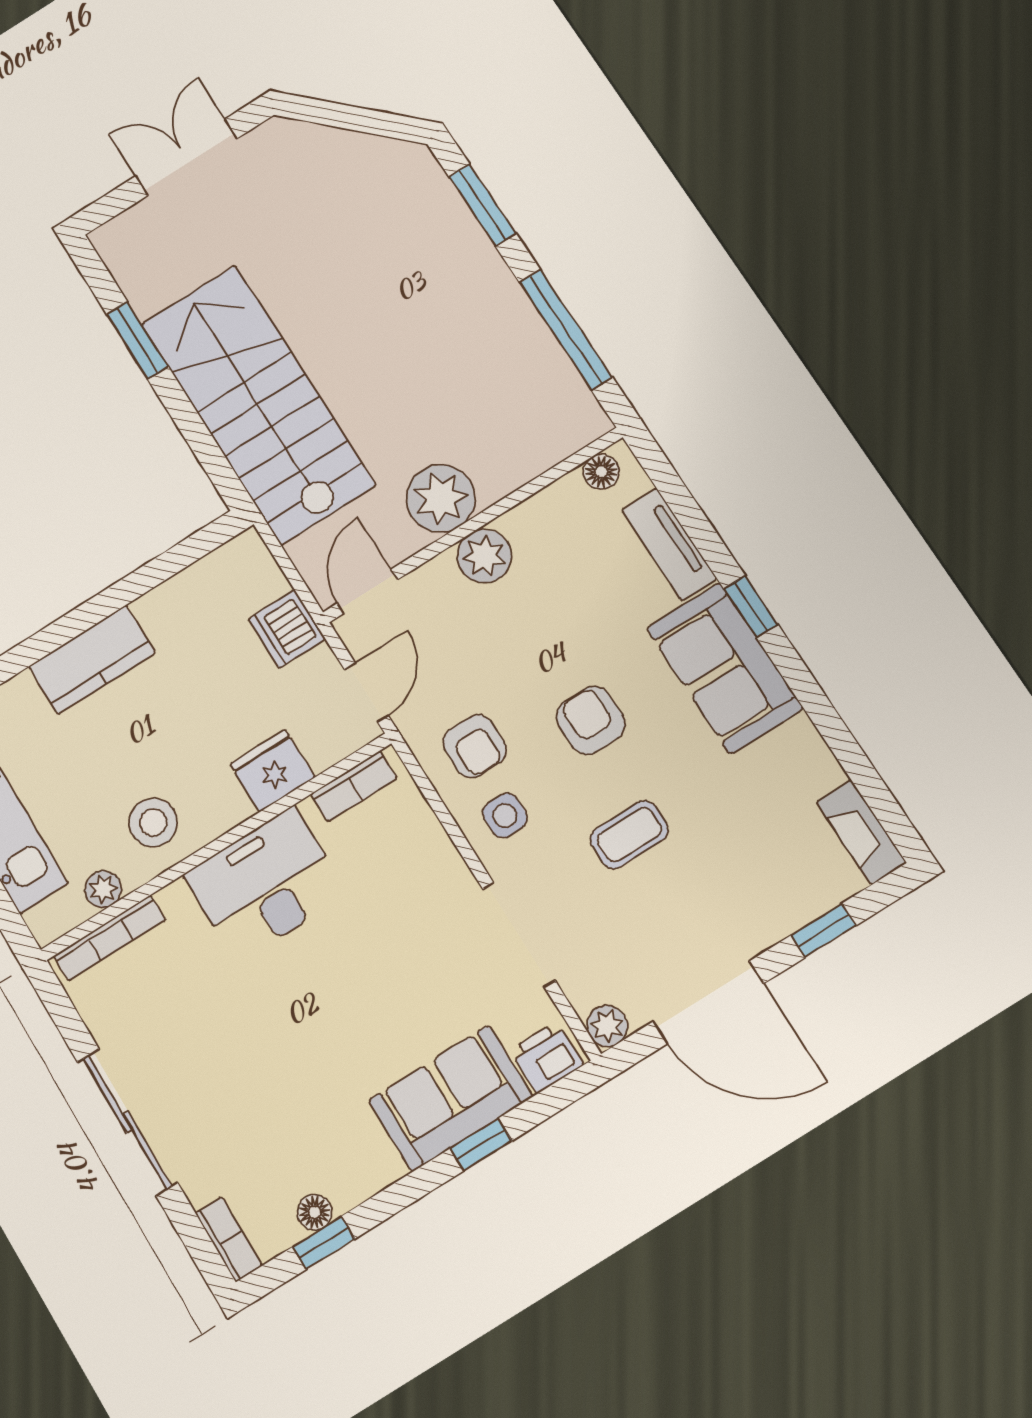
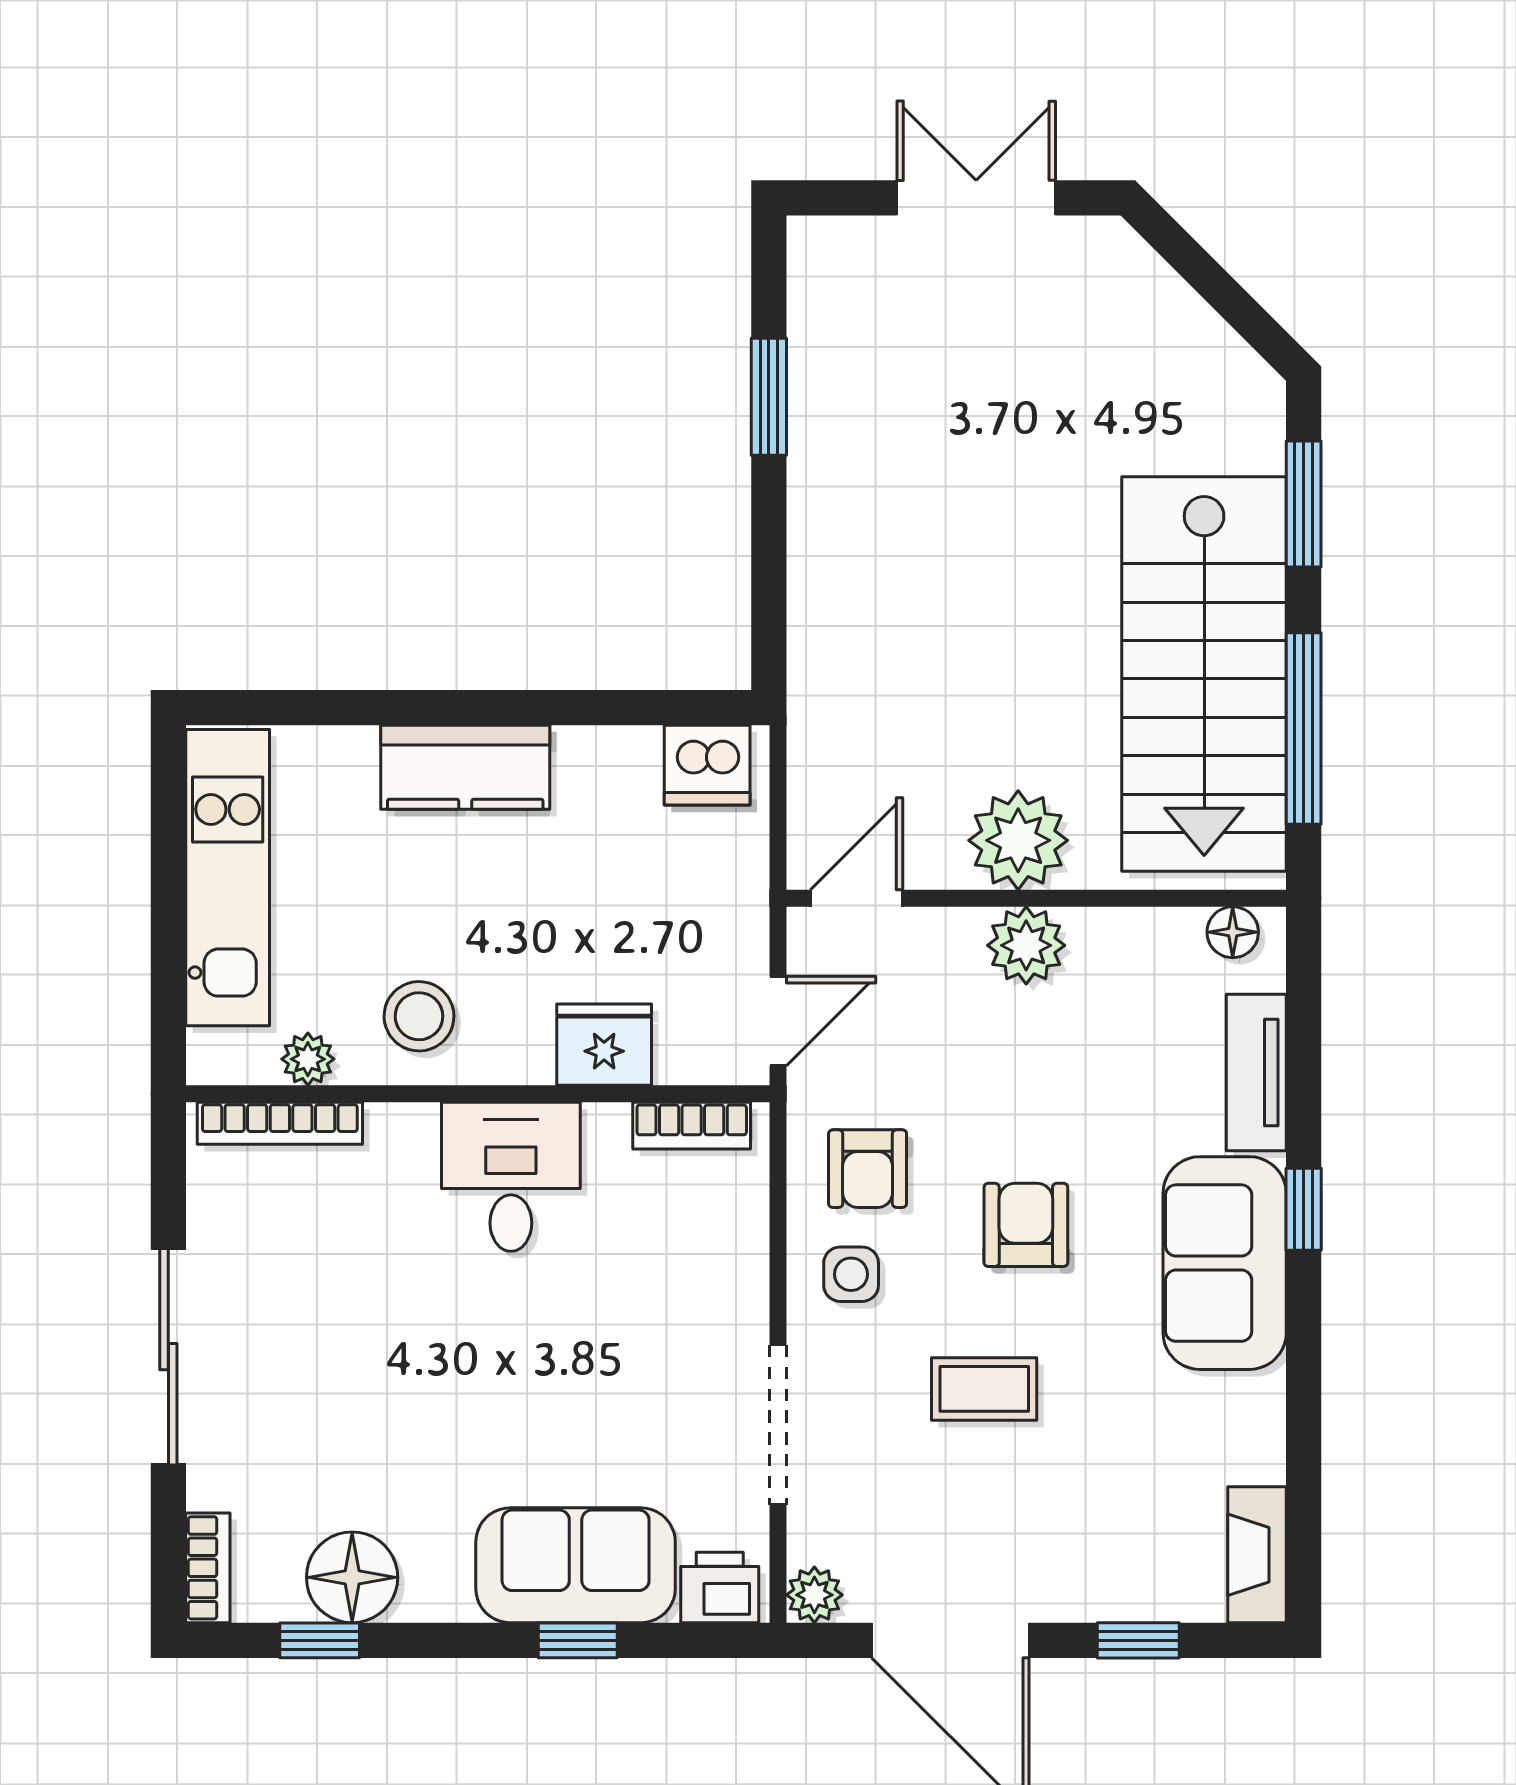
stairs: (258, 404) -> (1204, 674), moved, turned 180
dishwasher: (287, 629) -> (707, 765), moved, turned -90
desk: (266, 884) -> (511, 1177), width x0.73
floor lamp: (315, 1212) -> (352, 1577), width x1.89, depth x1.89

